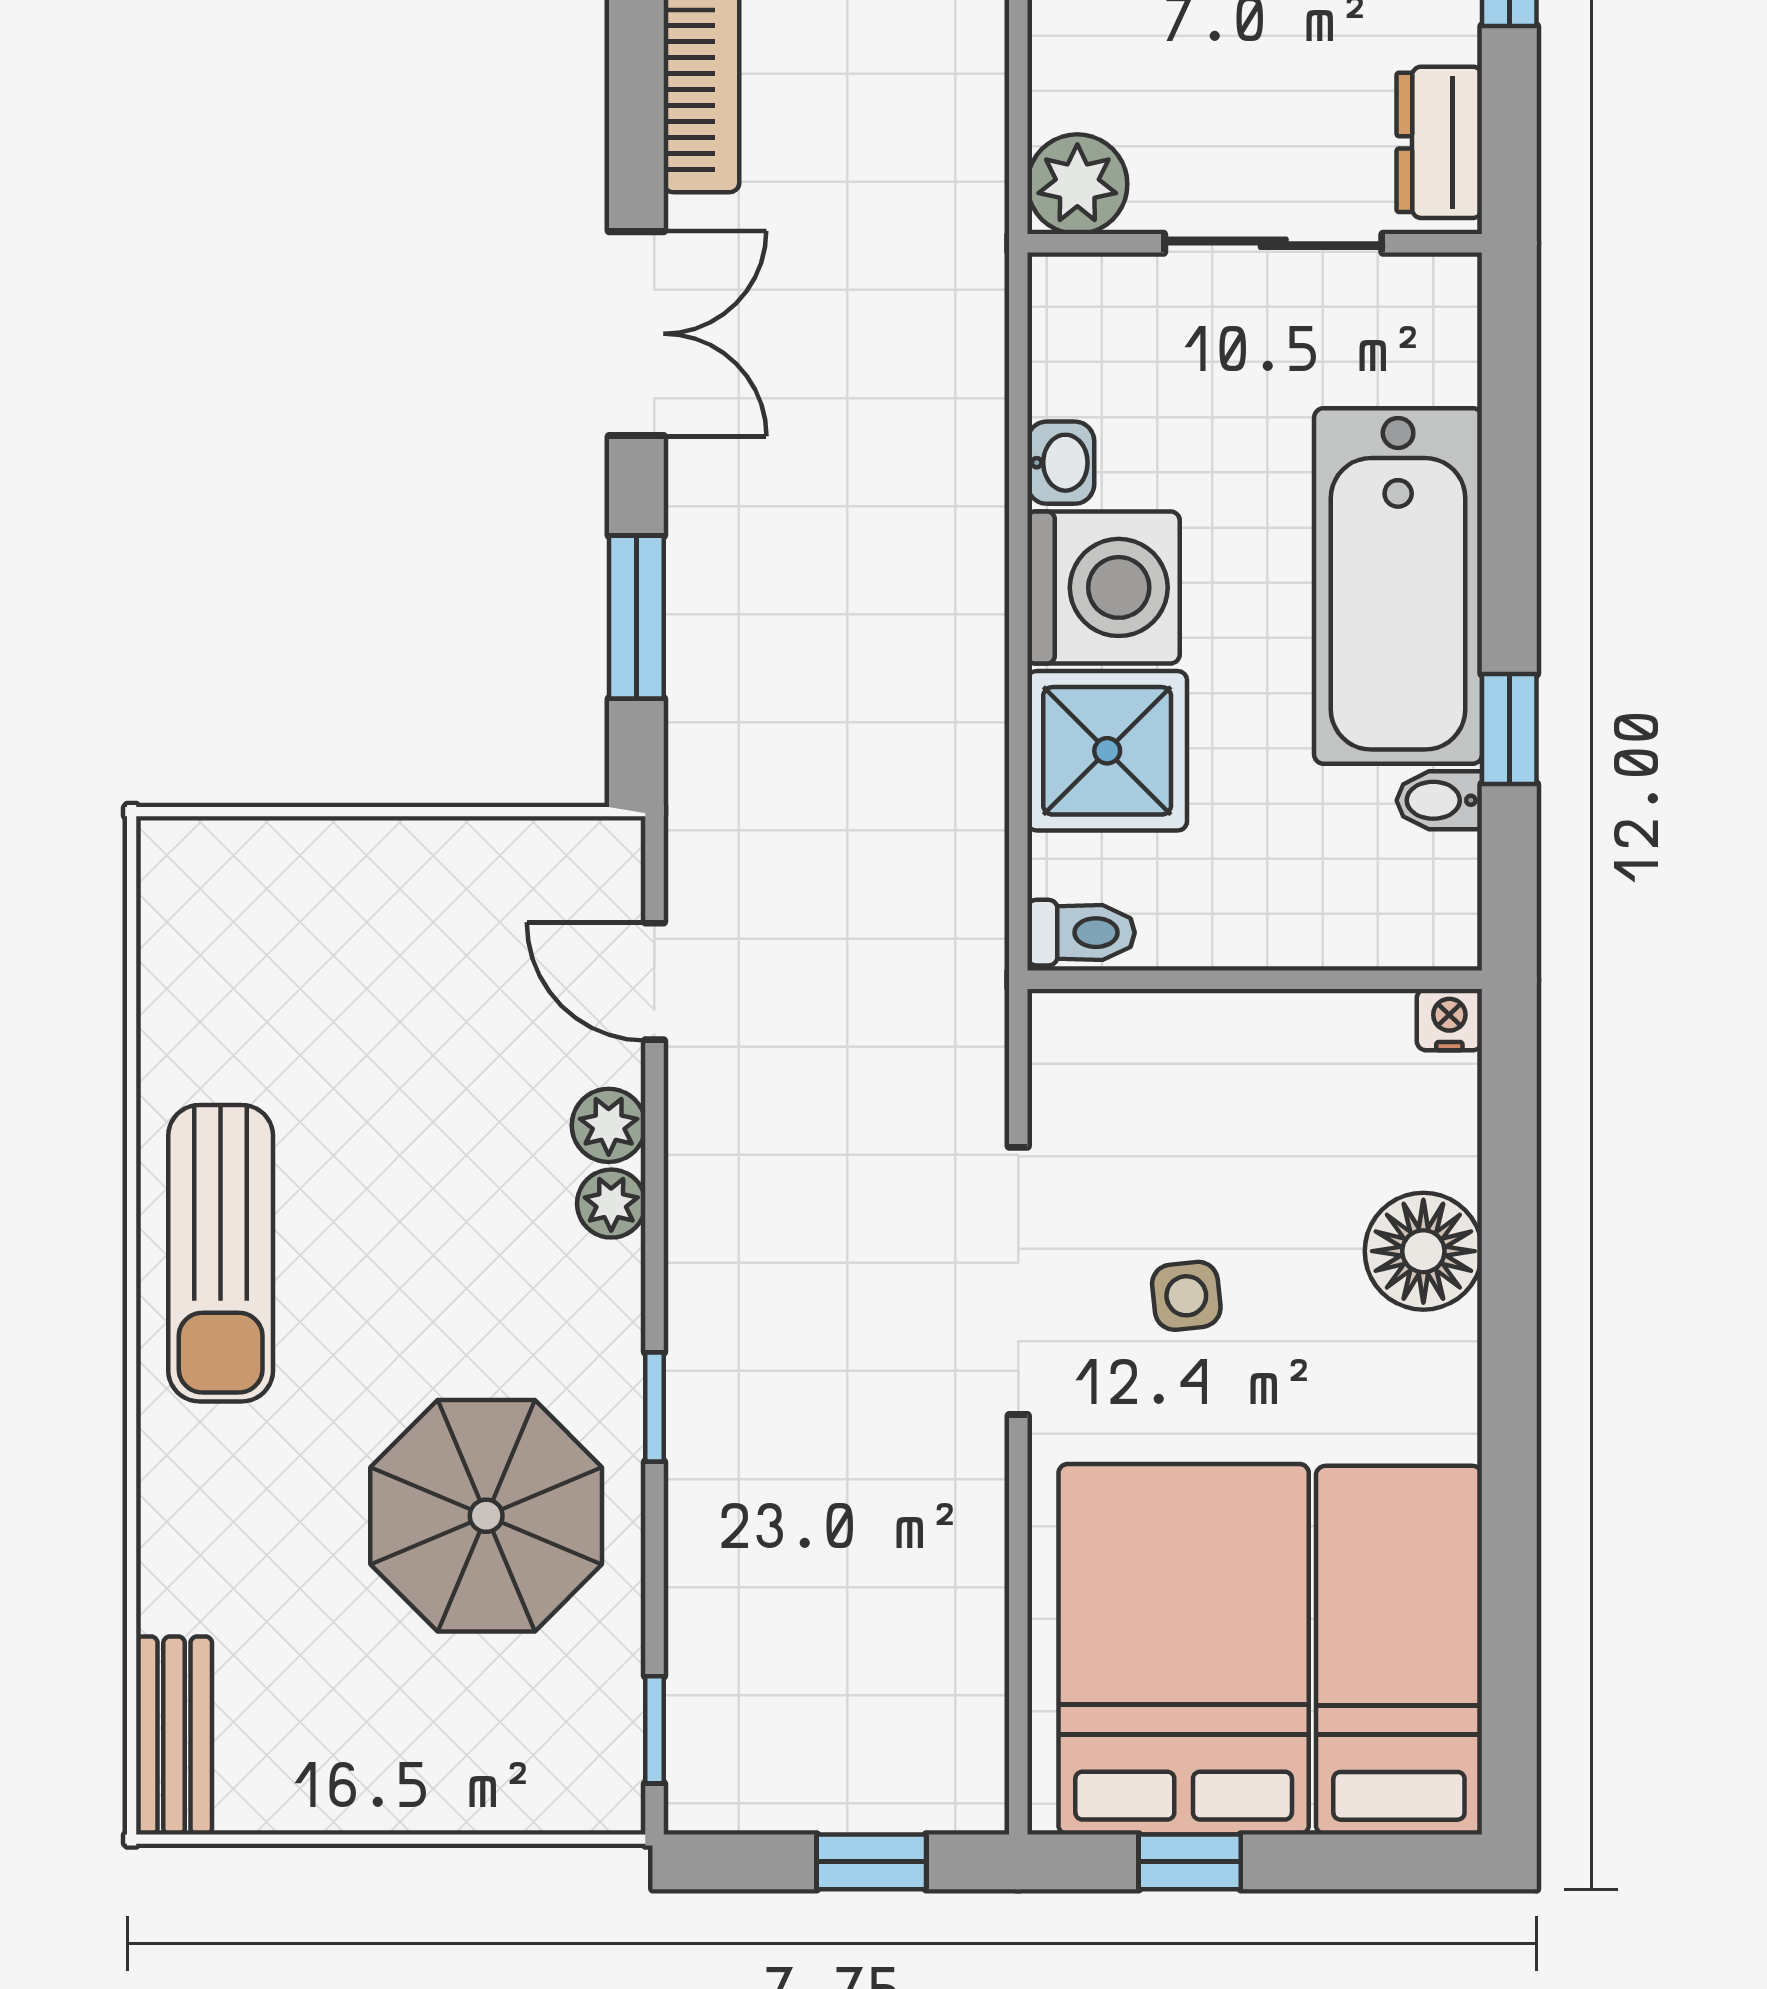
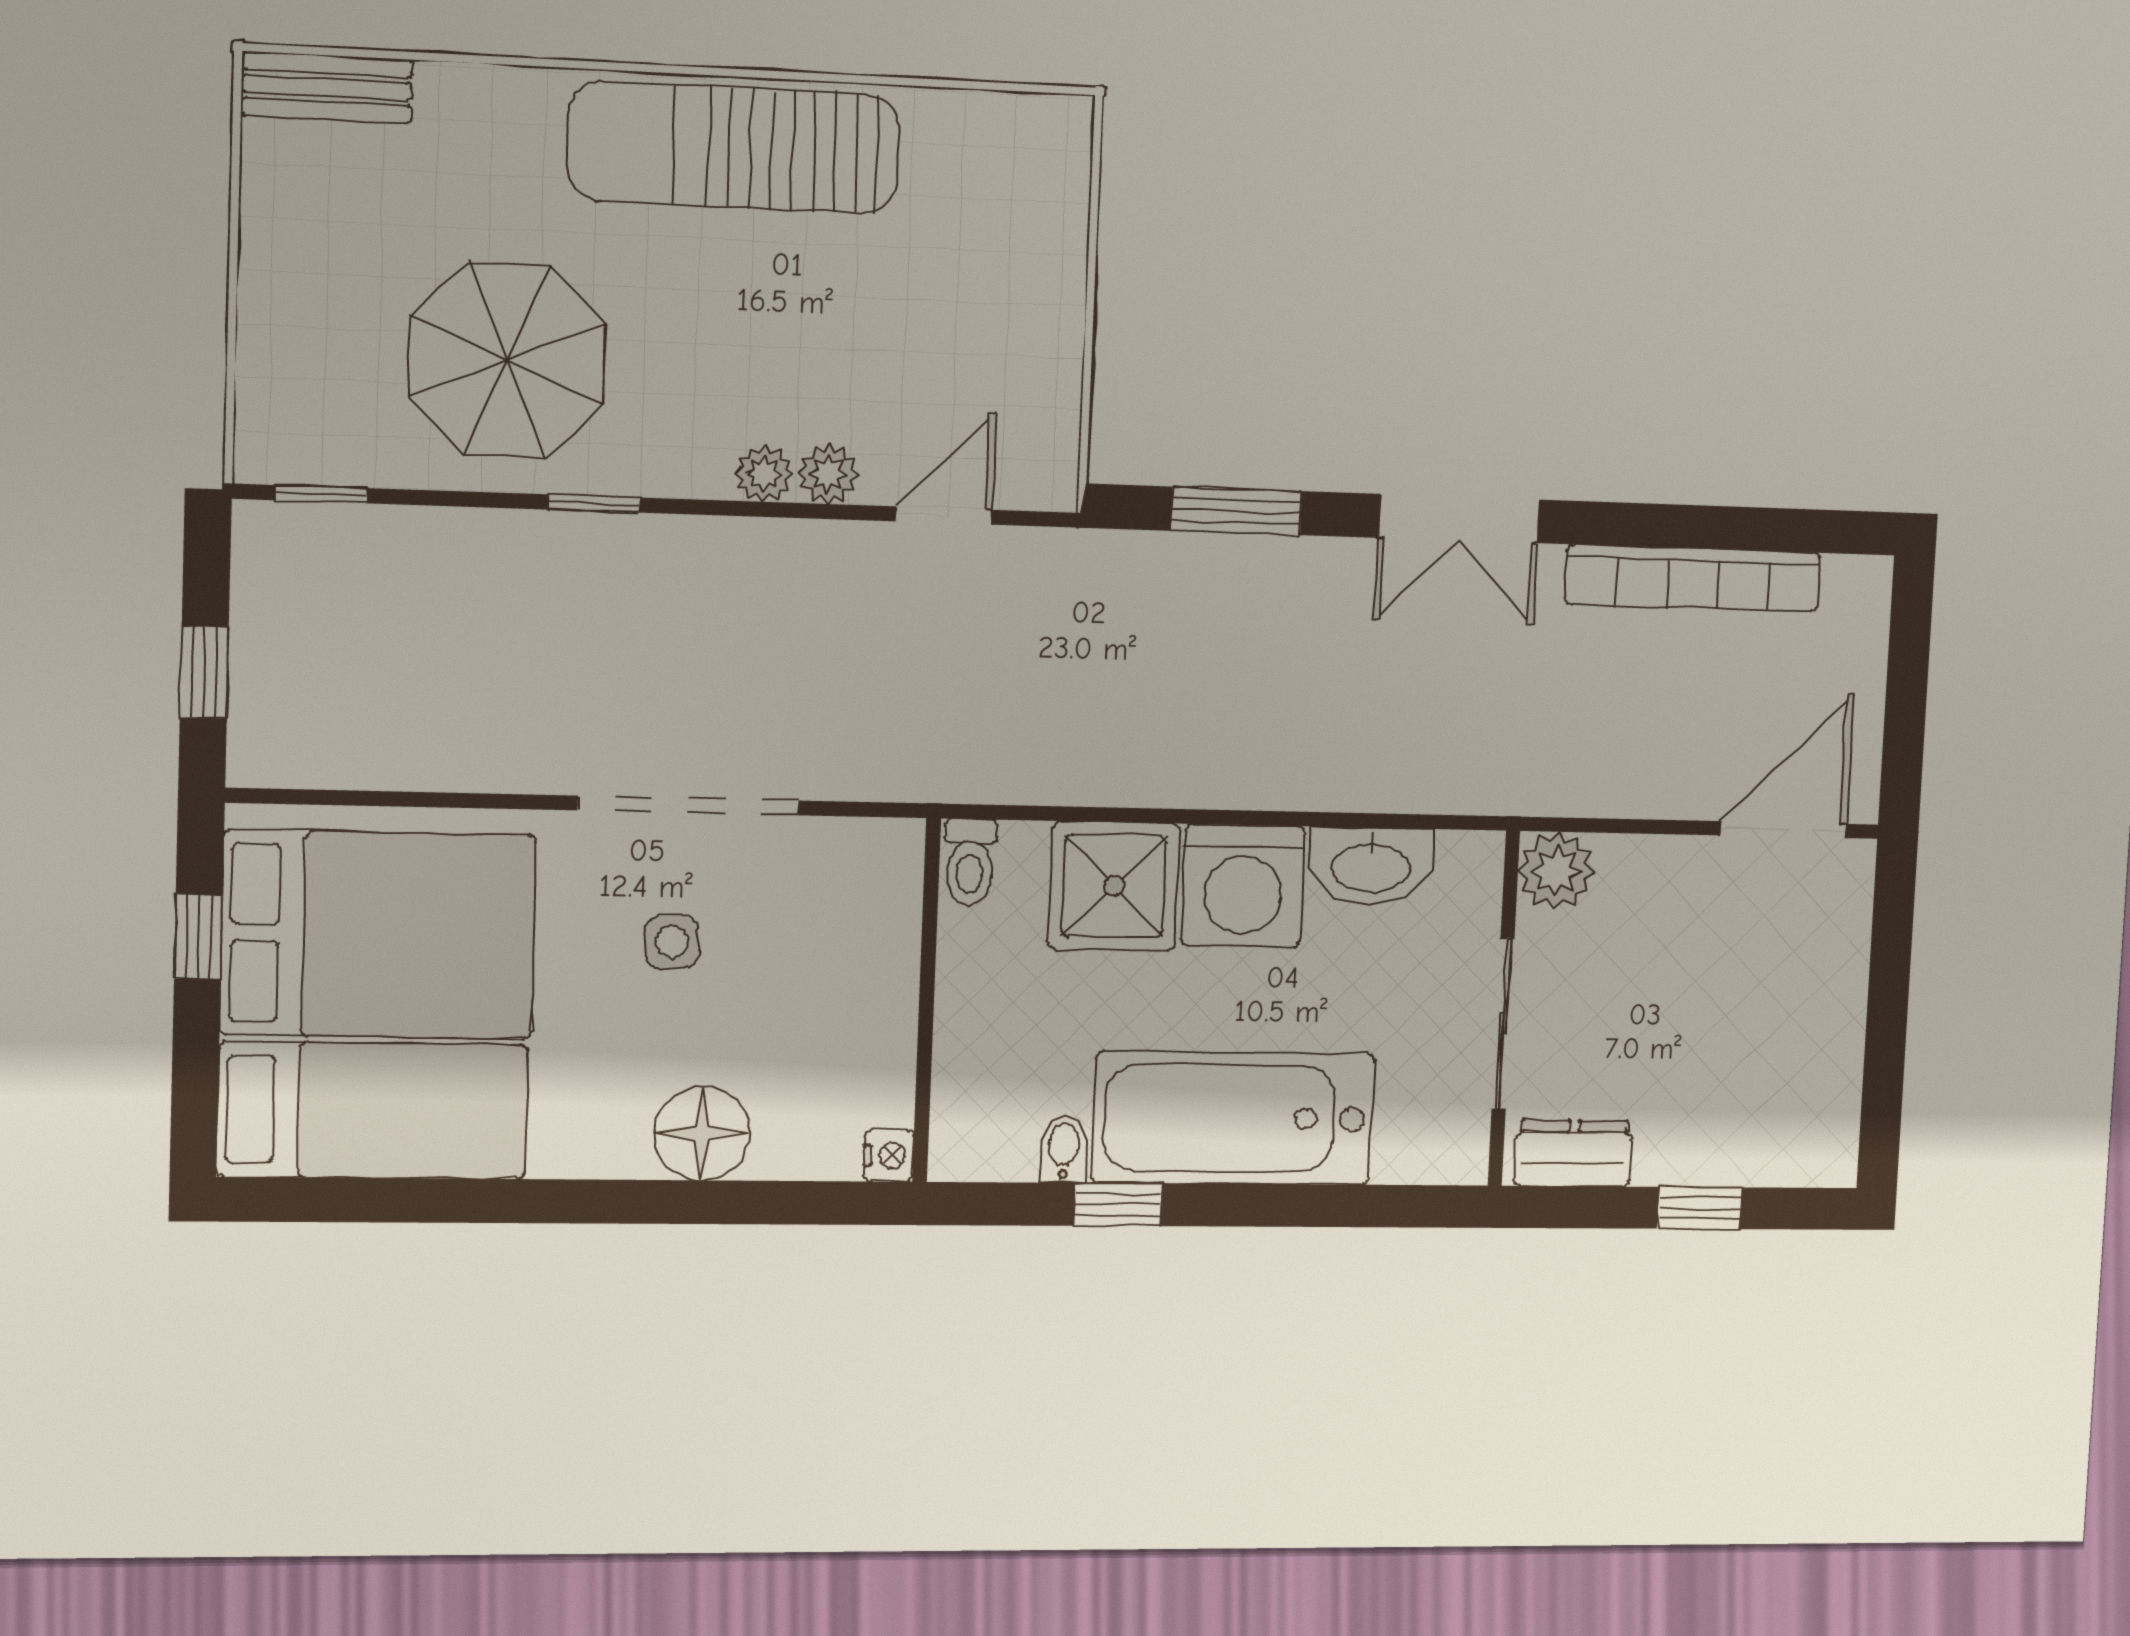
washbasin: (1061, 463) -> (1371, 866), width x1.91, depth x1.45
sun lounger: (221, 1253) -> (734, 147), width x1.36, depth x1.34

